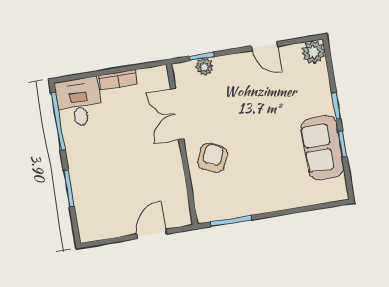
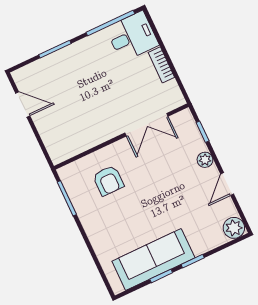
plant: (205, 67) -> (205, 160), moved
double door: (177, 114) -> (146, 125), swing flipped
sofa: (323, 147) -> (153, 259), width x1.36
armchair: (212, 158) -> (108, 180), moved, turned 65
door: (152, 234) -> (23, 104), moved

